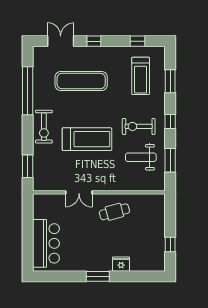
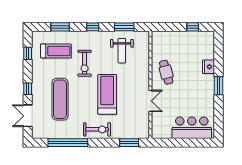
exercise bike: (139, 126) -> (85, 63), moved

